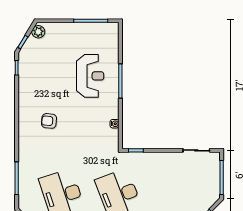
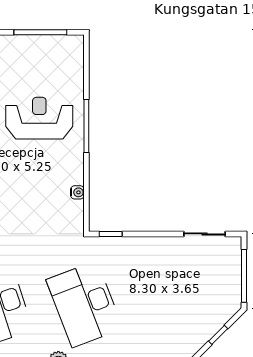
reception desk: (90, 76) -> (39, 118), turned -90

